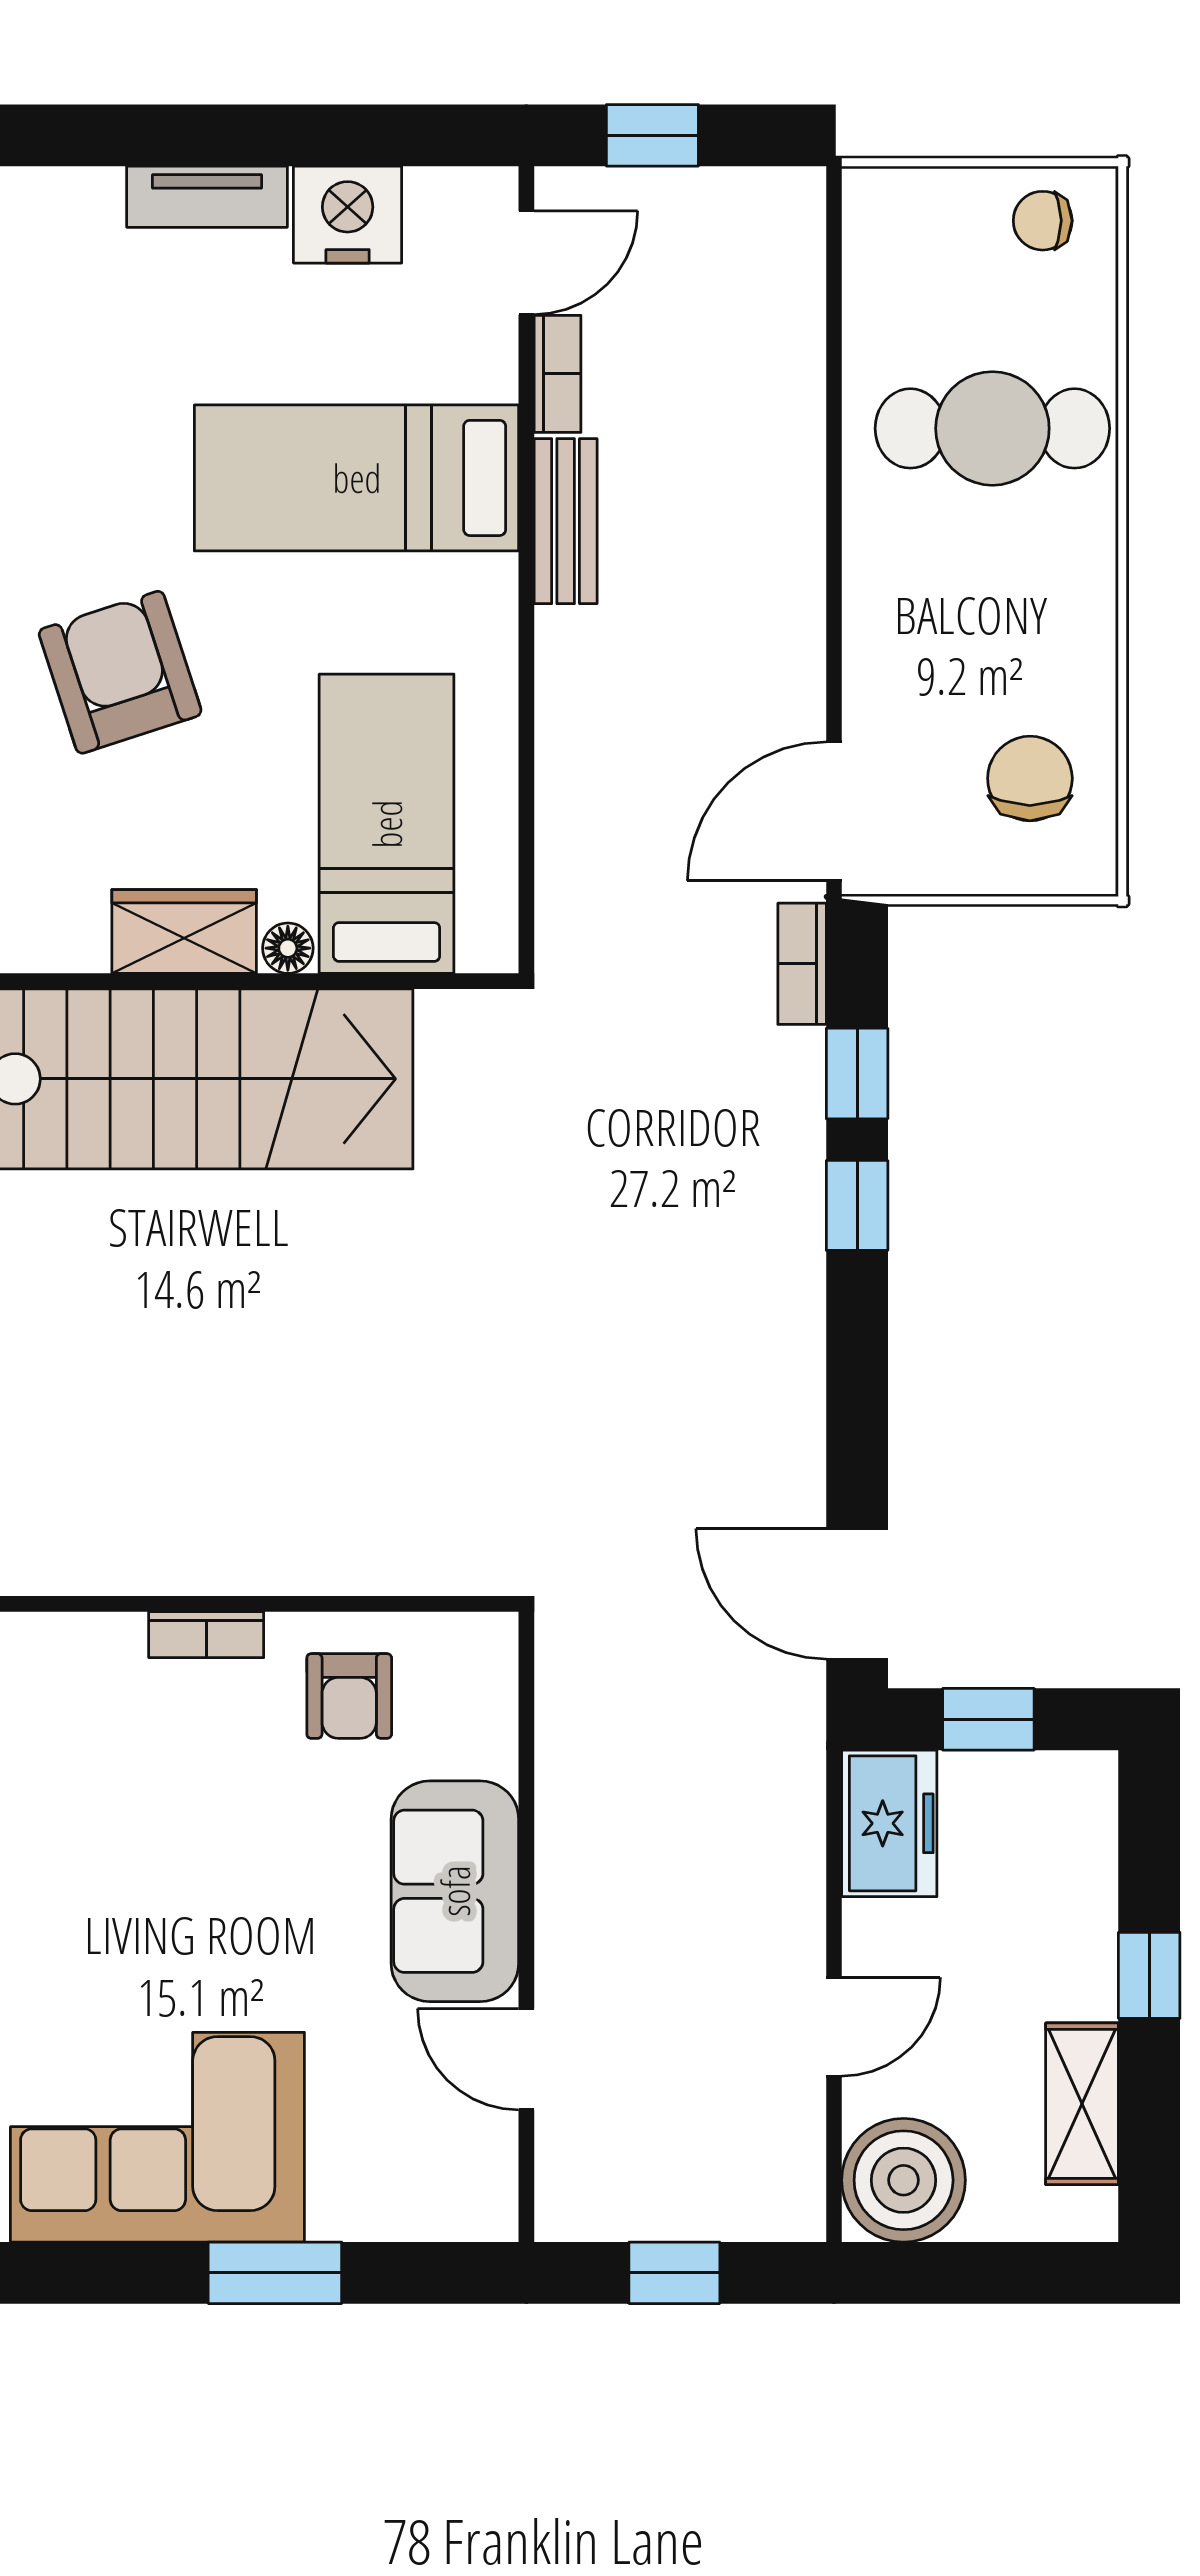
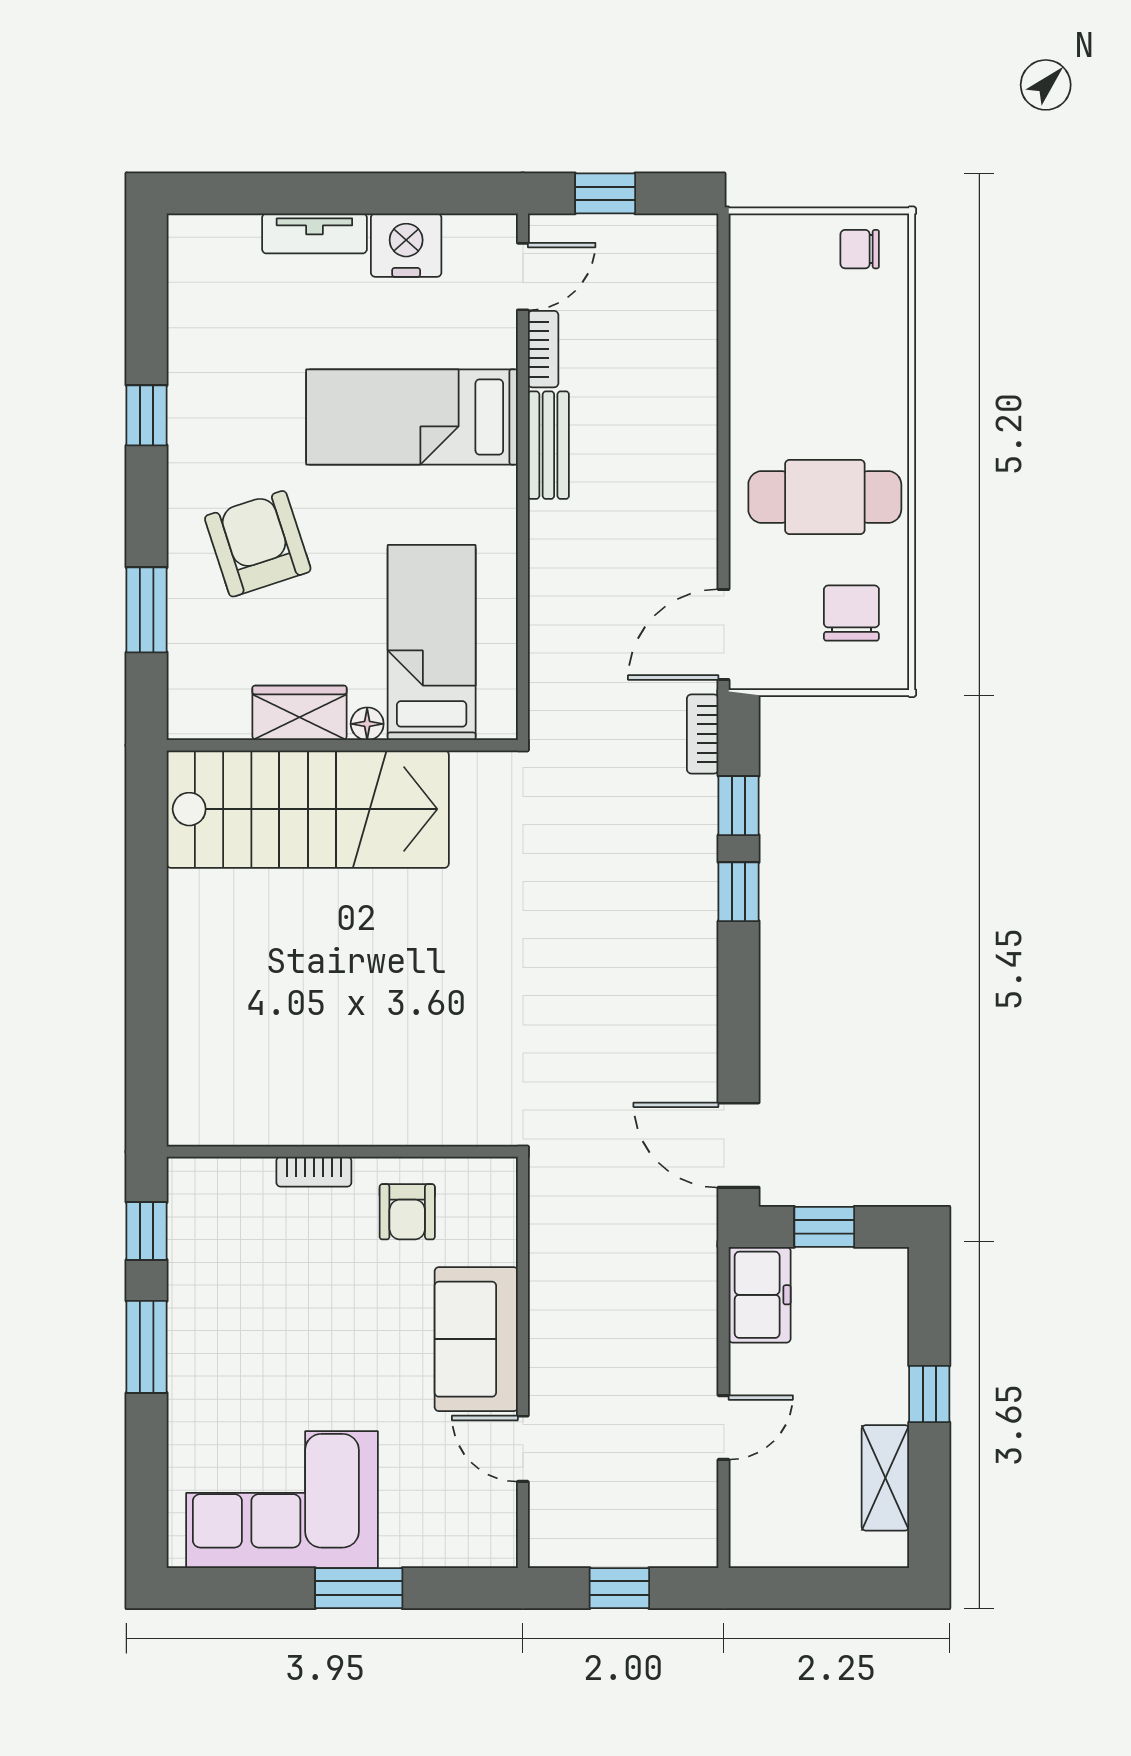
cafe table: (992, 428) -> (825, 497), moved
boiler: (904, 2180) -> (769, 1528), removed

